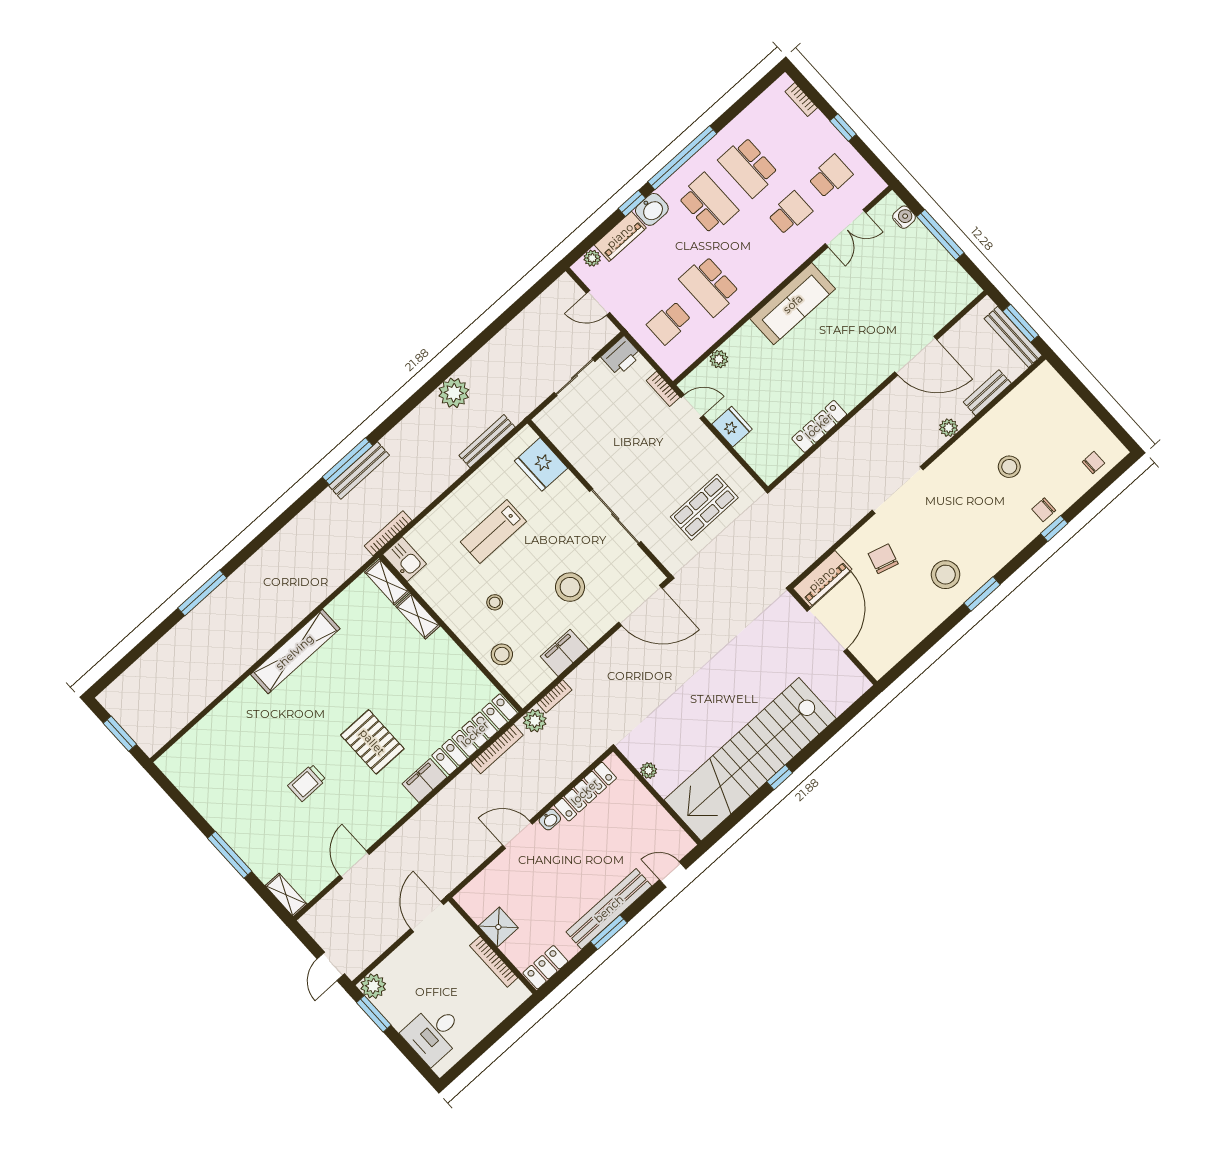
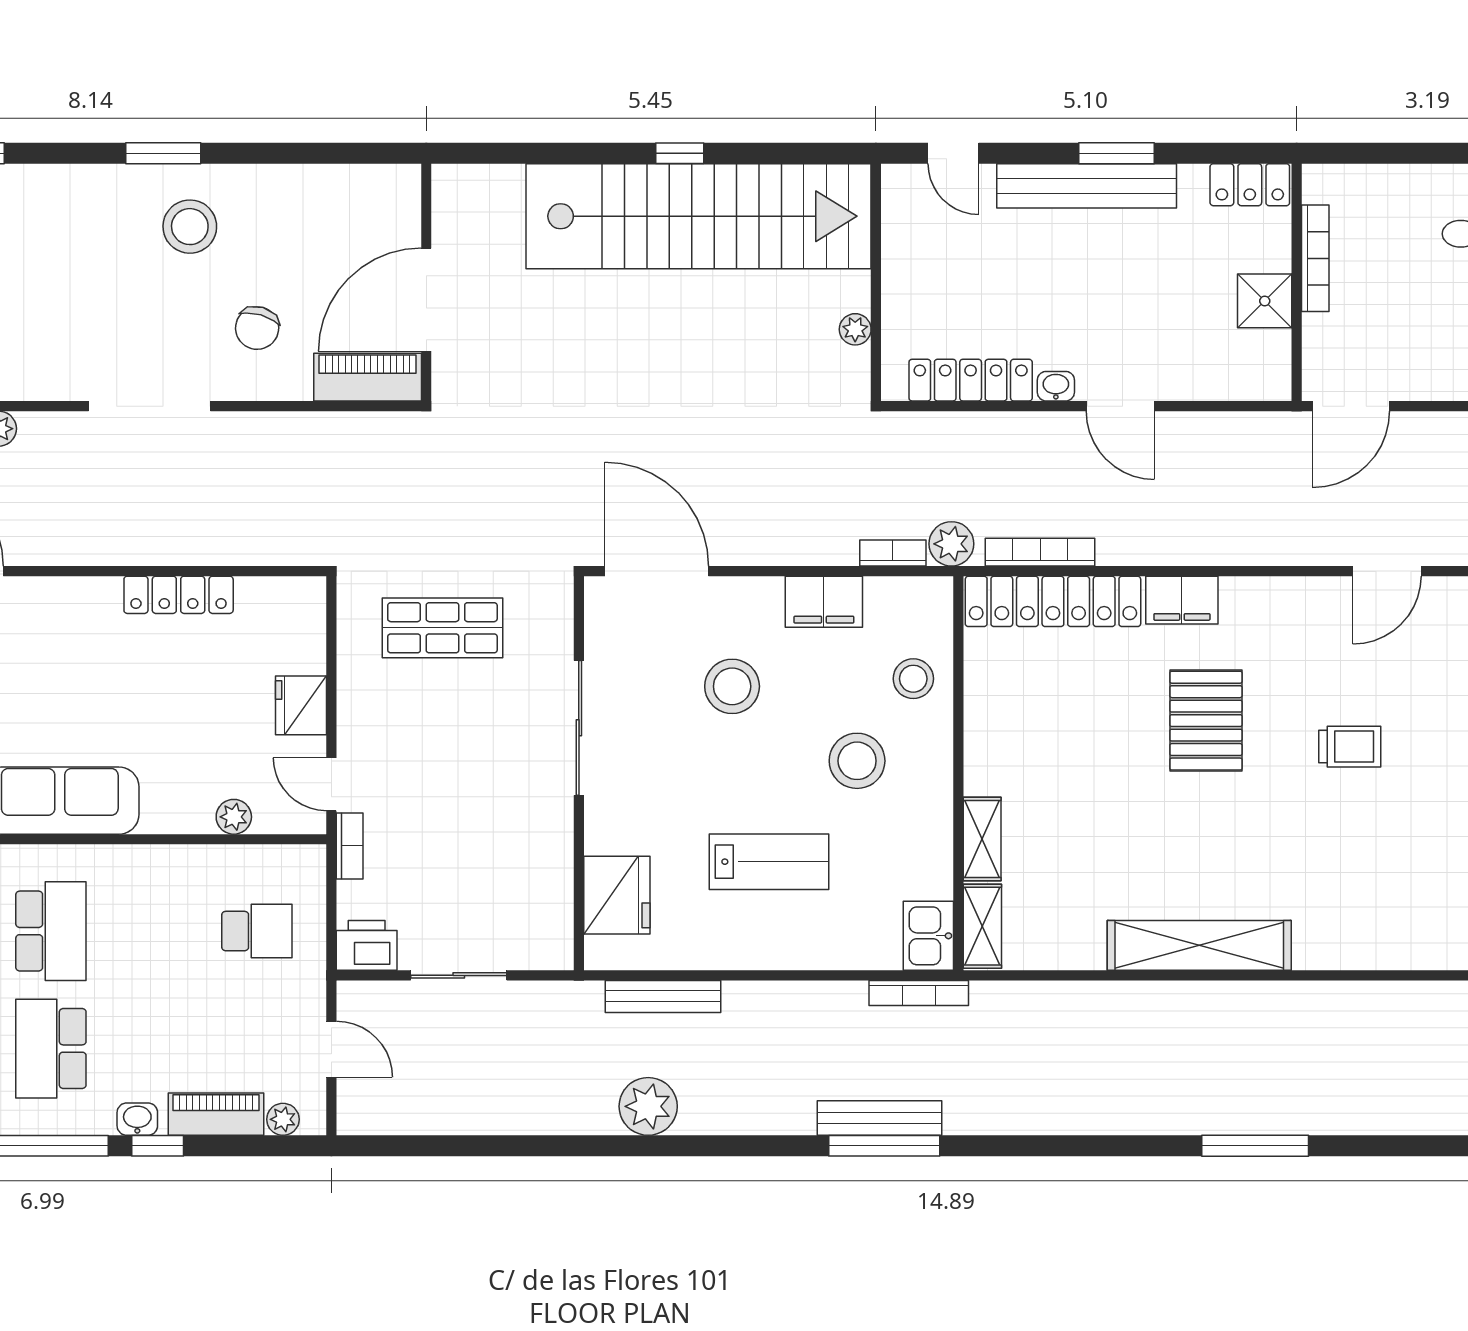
washbasin: (652, 209) -> (137, 1119), width x0.72, depth x0.69
school desk: (710, 286) -> (51, 931), moved
stool: (495, 602) -> (857, 761), width x1.89, depth x1.89

